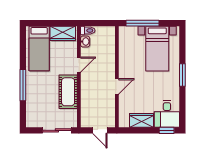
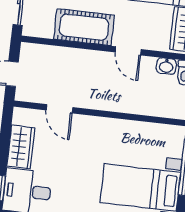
door: (117, 86) -> (59, 109), moved

